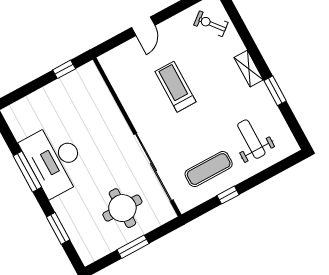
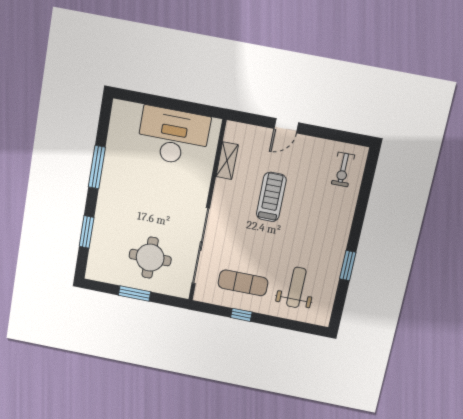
exercise bike: (211, 24) -> (343, 169), turned -141
window: (64, 69) -> (193, 108), removed
shelving: (249, 69) -> (227, 161), moved
desk: (55, 160) -> (173, 136), moved, turned 90

